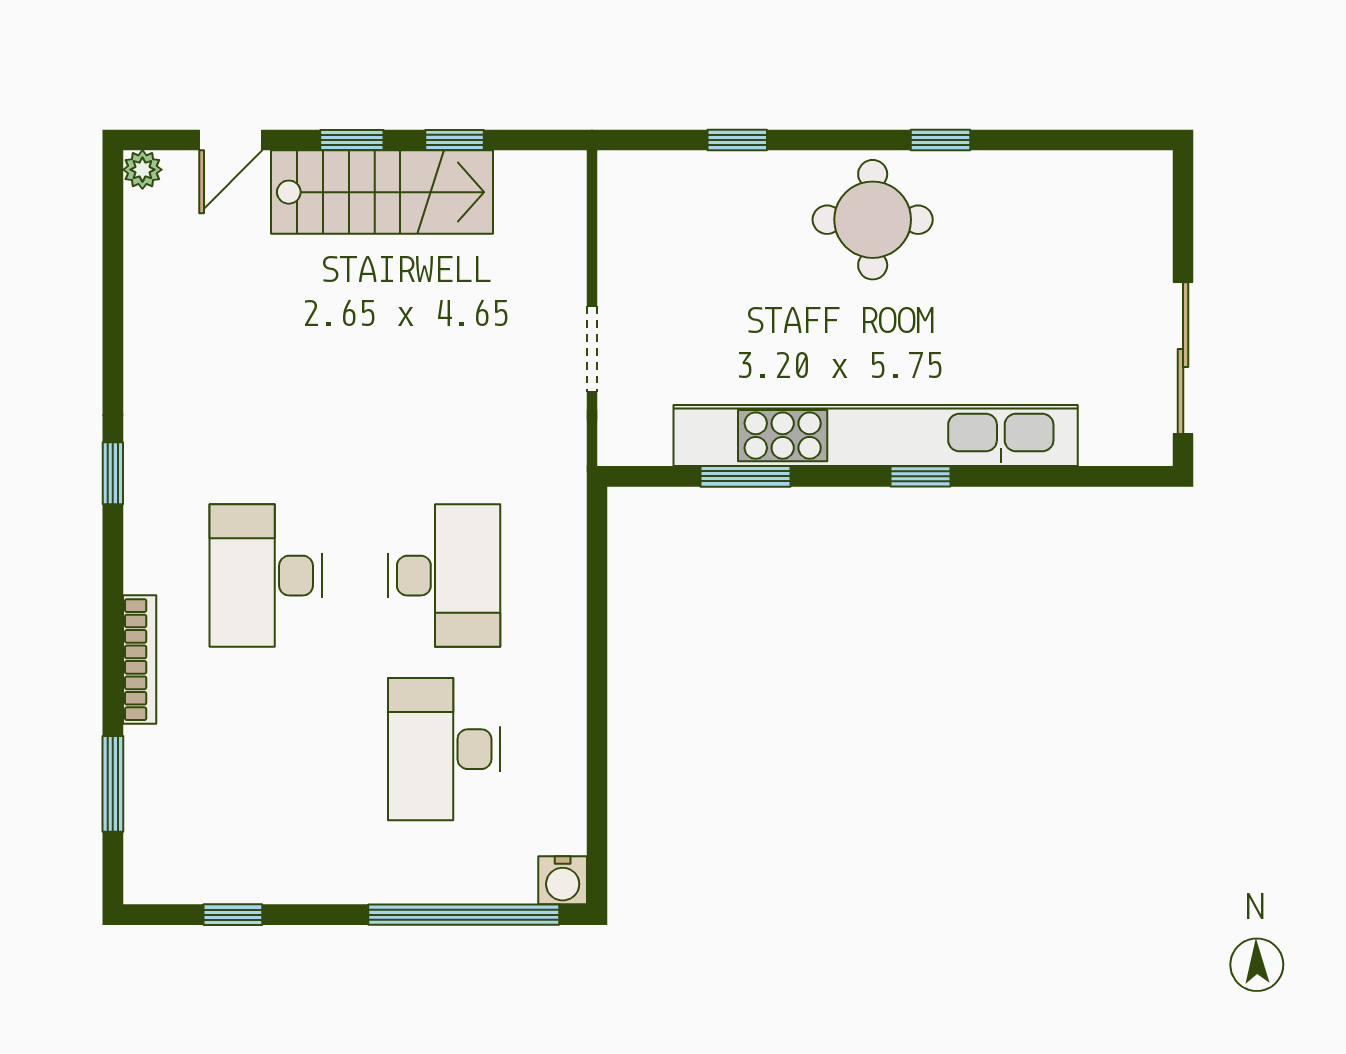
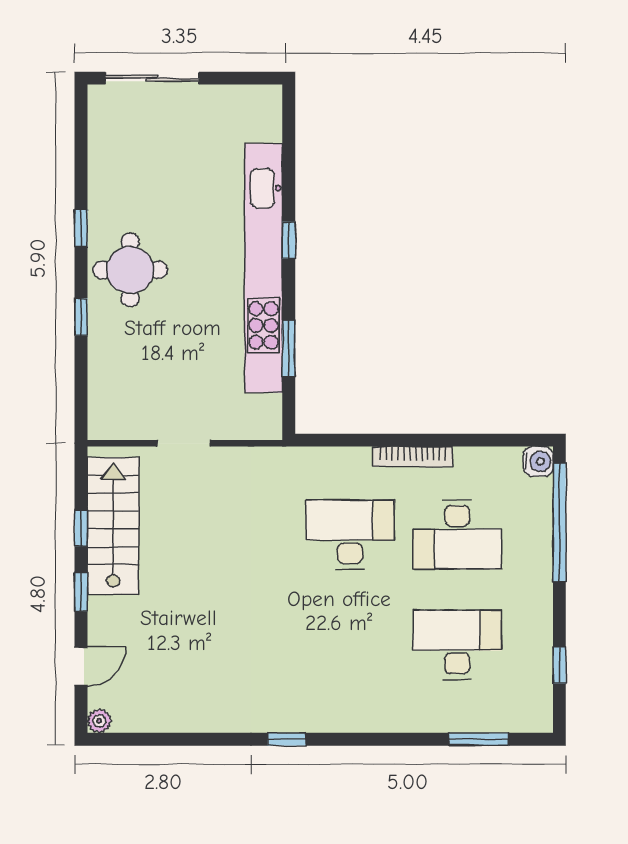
door: (231, 140) -> (81, 666), hinge flipped
window: (737, 140) -> (81, 317), moved
stairs: (382, 192) -> (113, 526), moved
doorway: (592, 349) -> (184, 443), moved
sliding door: (1183, 358) -> (152, 78), moved
desk: (266, 576) -> (457, 645), moved, turned 180
bookcase: (140, 660) -> (413, 457), moved, turned 180

